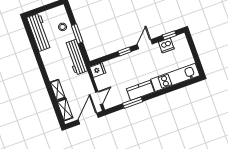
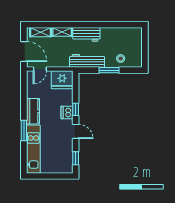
workbench: (39, 32) -> (86, 34), moved, width x0.73
dishwasher: (166, 45) -> (67, 112), moved
fridge: (98, 70) -> (62, 80), width x1.88, depth x1.34
door: (99, 98) -> (40, 69), hinge flipped
window: (133, 103) -> (24, 130), moved

